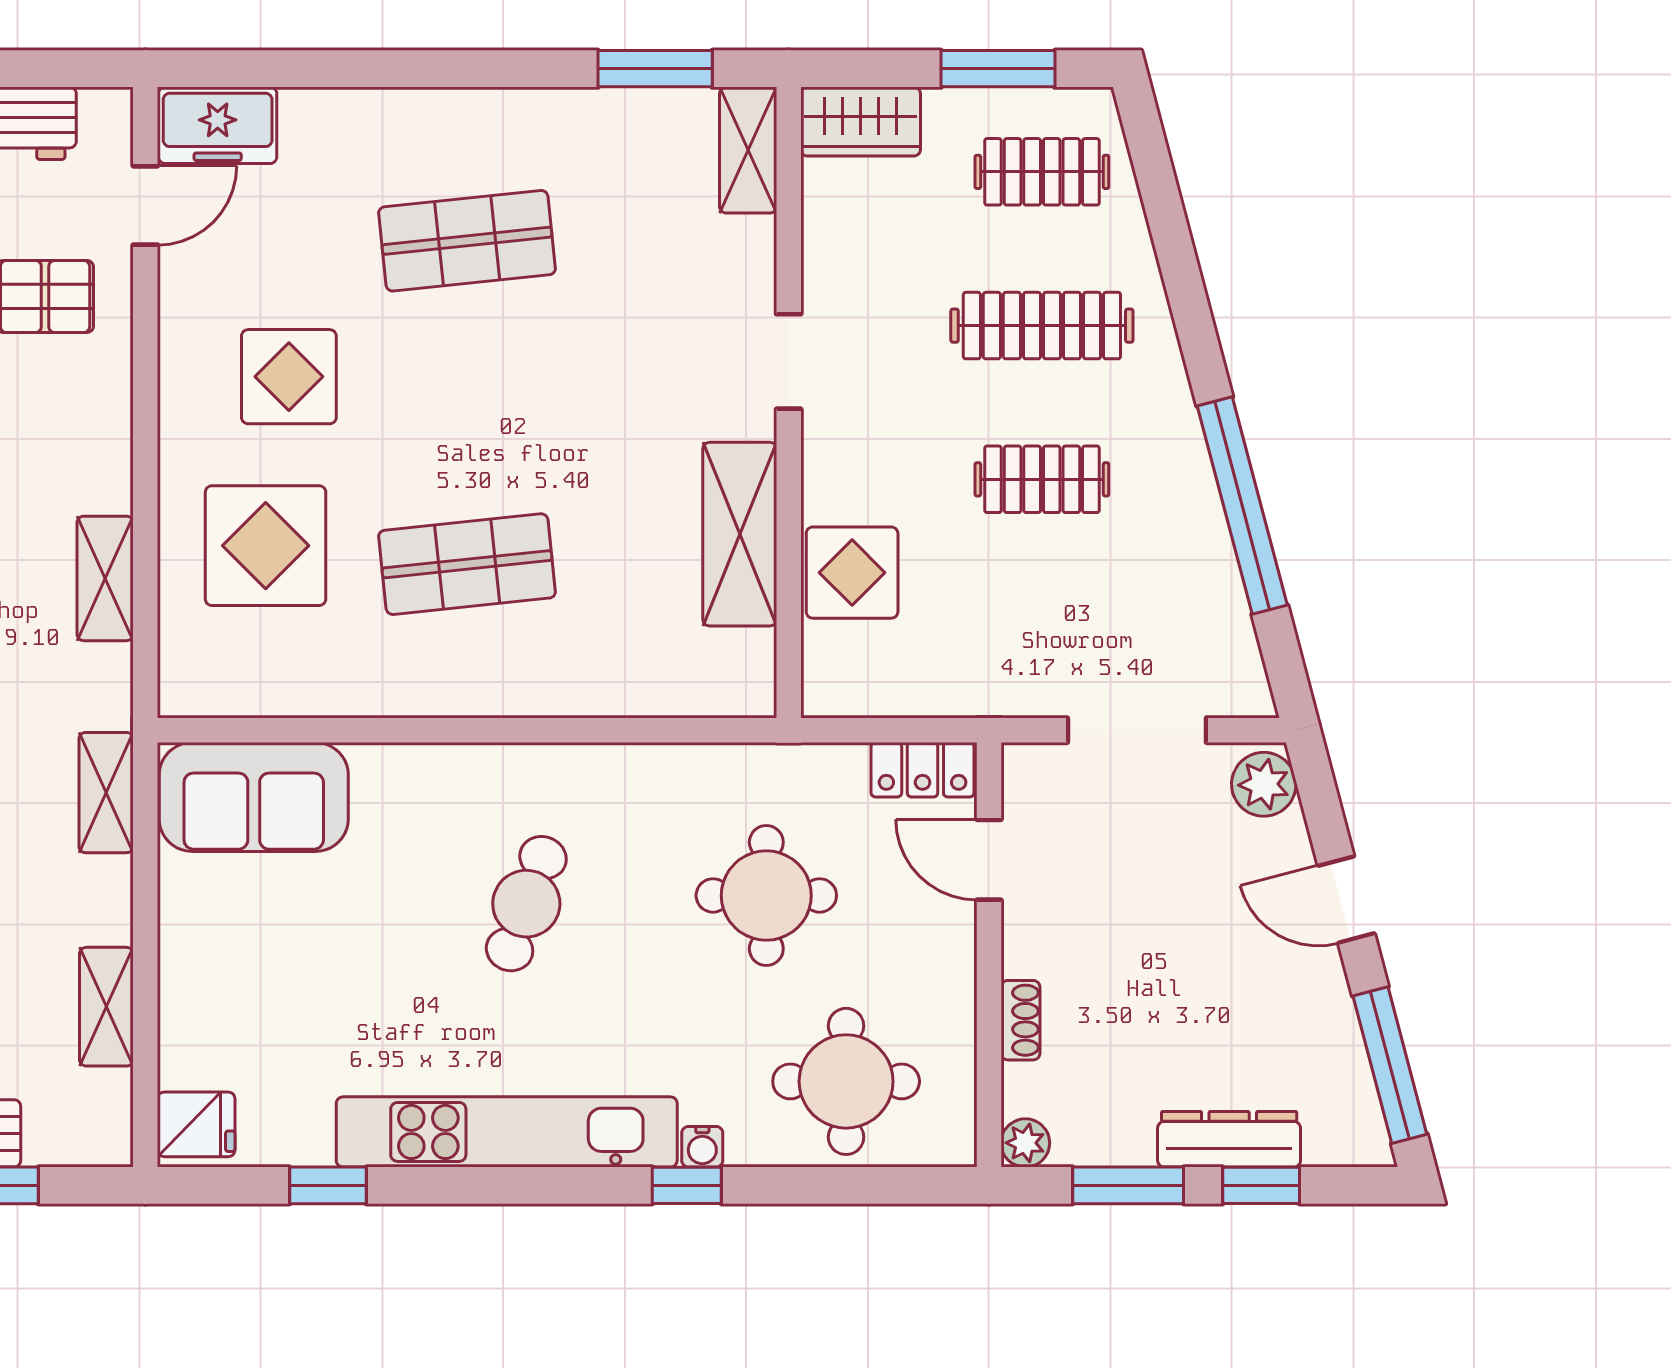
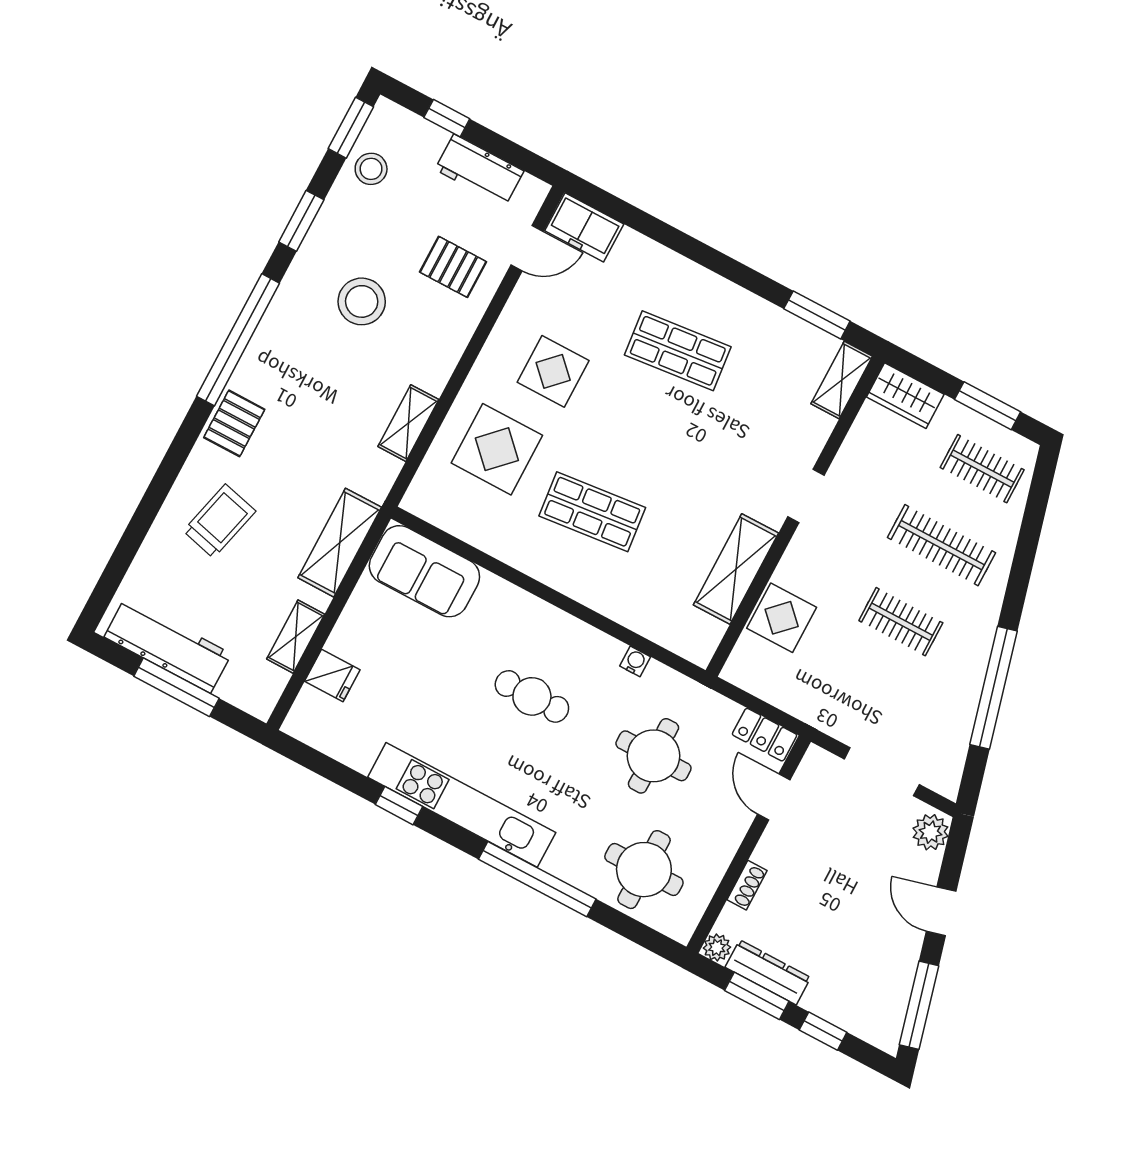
shelving: (106, 793) -> (340, 543), width x1.50, depth x1.33
cafe table: (526, 904) -> (532, 696), turned 70
fridge: (196, 1124) -> (332, 676), moved
dresser: (1229, 1139) -> (768, 972), moved
water cooler: (702, 1147) -> (635, 661), moved, turned 180
window: (328, 1185) -> (399, 806), moved
window: (687, 1185) -> (537, 879), width x3.17

